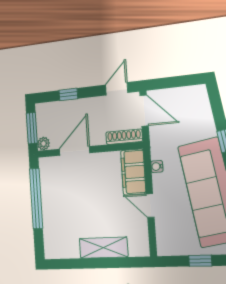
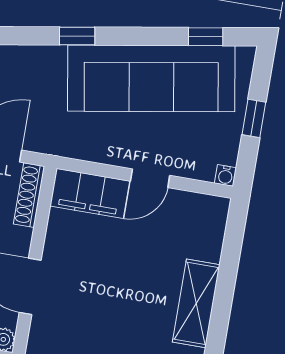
water cooler: (157, 166) -> (226, 175), moved
shelving: (103, 248) -> (196, 303), moved

